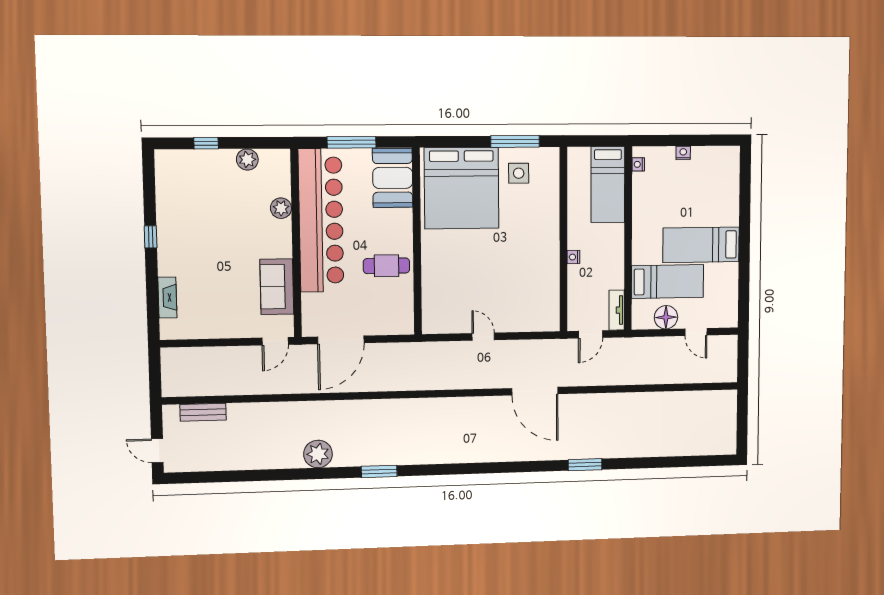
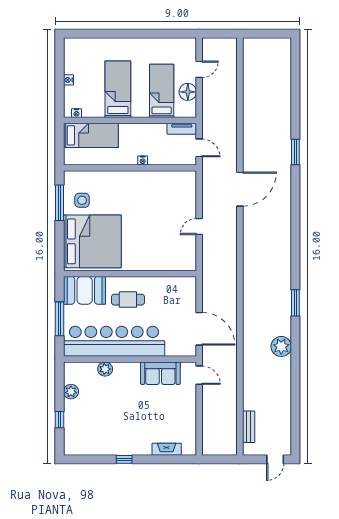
bed: (701, 245) -> (118, 89), moved, turned 180
cafe table: (386, 266) -> (128, 300), moved, turned 90

